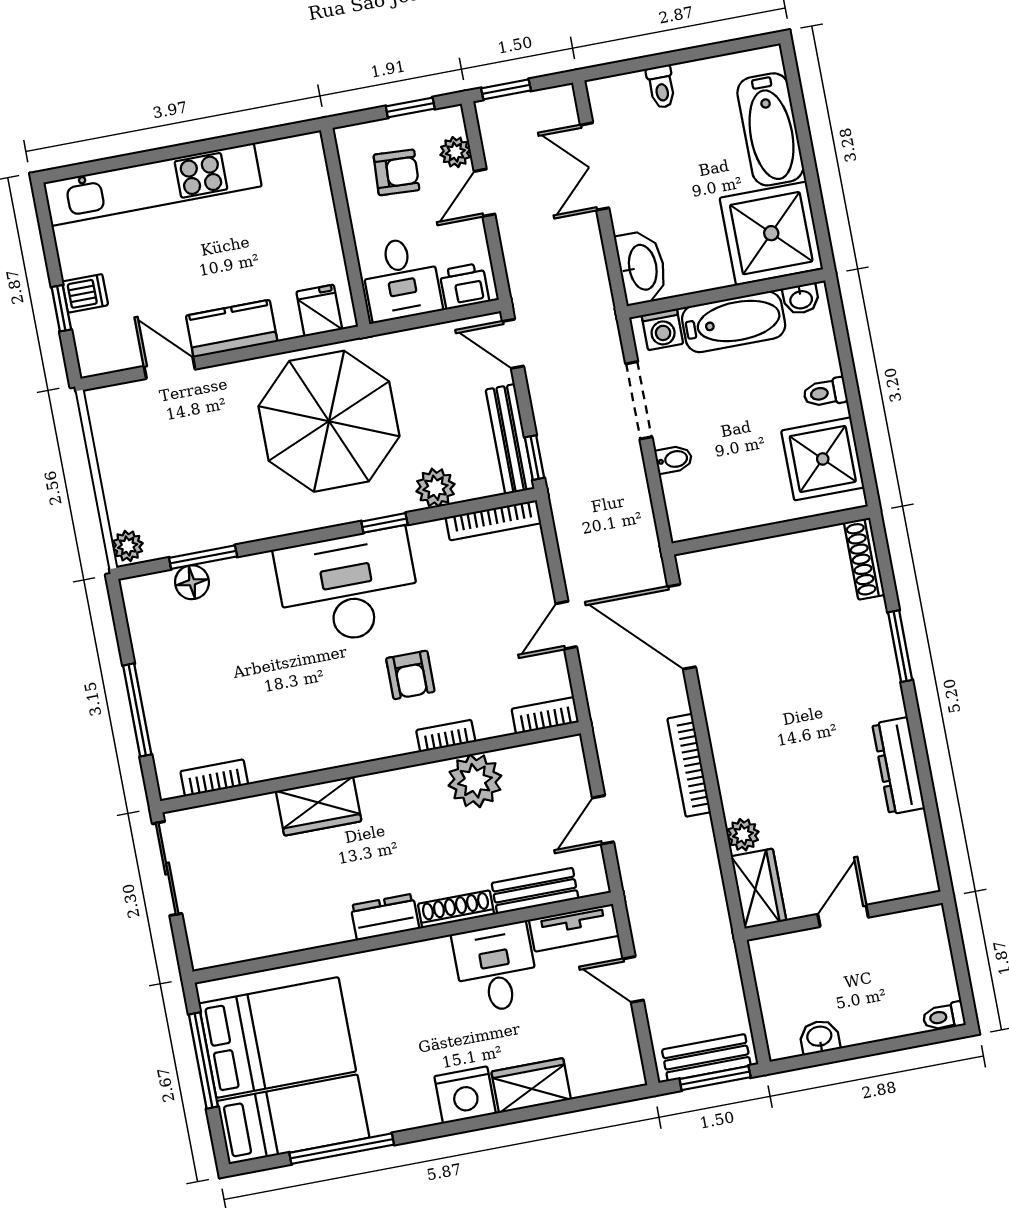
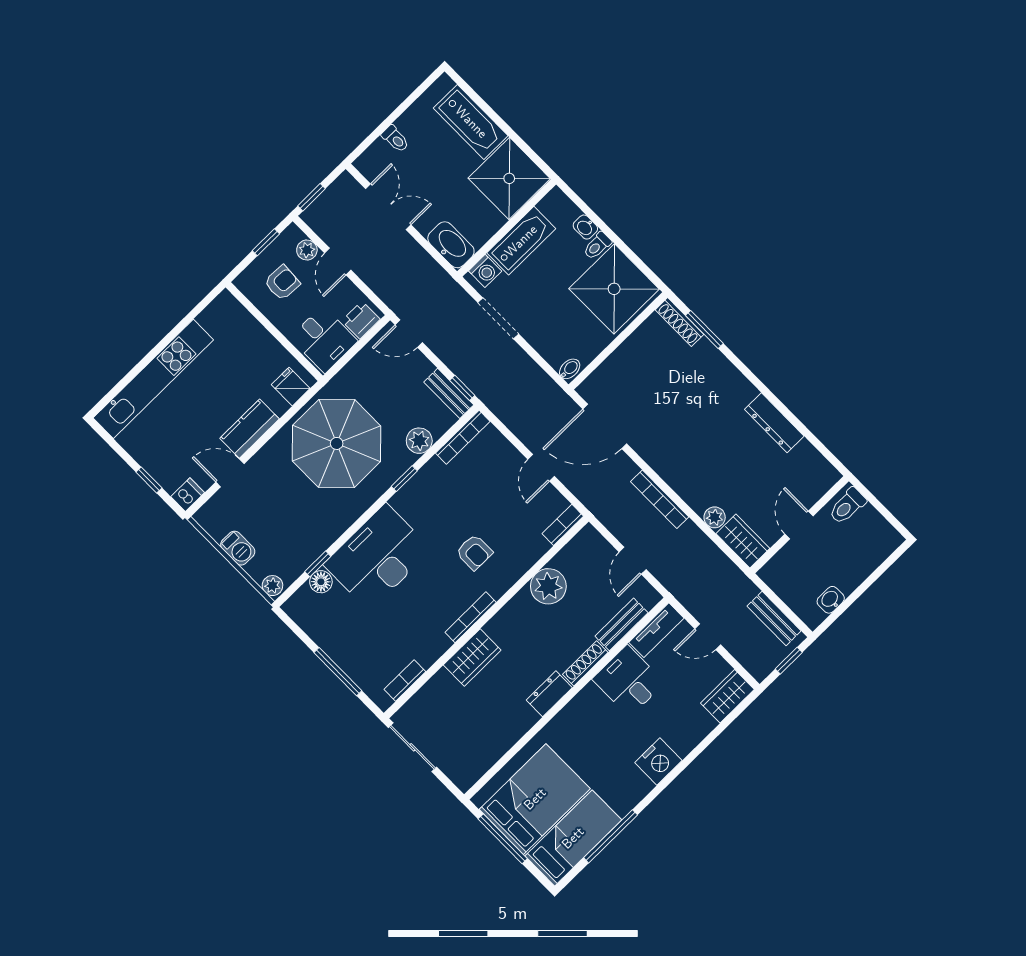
double door: (595, 166) -> (388, 207), swing flipped
dishwasher: (85, 293) -> (188, 495), moved
washbasin: (801, 299) -> (585, 227), moved, turned 90
bench: (510, 439) -> (449, 393), width x0.73
bidet: (674, 459) -> (570, 369), moved
shower: (823, 459) -> (614, 289), width x1.37, depth x1.37
barbecue: (116, 469) -> (238, 548), added
window: (203, 557) -> (318, 564), width x0.67
desk: (348, 587) -> (378, 557), moved
window: (900, 646) -> (704, 329), moved
bookcase: (446, 736) -> (471, 617), moved, width x1.56
toilet: (944, 1017) -> (847, 506), moved, width x1.37, depth x1.39
bench: (706, 1058) -> (774, 618), moved, turned 90
window: (715, 1078) -> (789, 661), width x0.67
wardrobe: (531, 1086) -> (727, 696), moved

